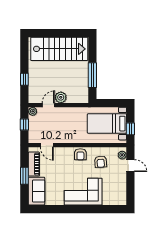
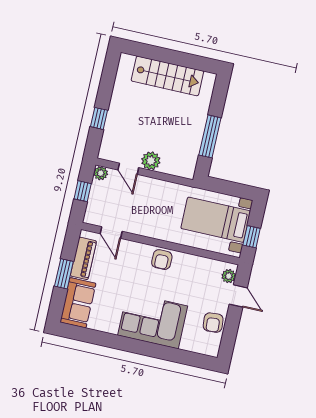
stairs: (59, 49) -> (167, 76), width x0.73, depth x0.66
door: (48, 105) -> (128, 169), swing flipped
armchair: (101, 162) -> (213, 323), moved

